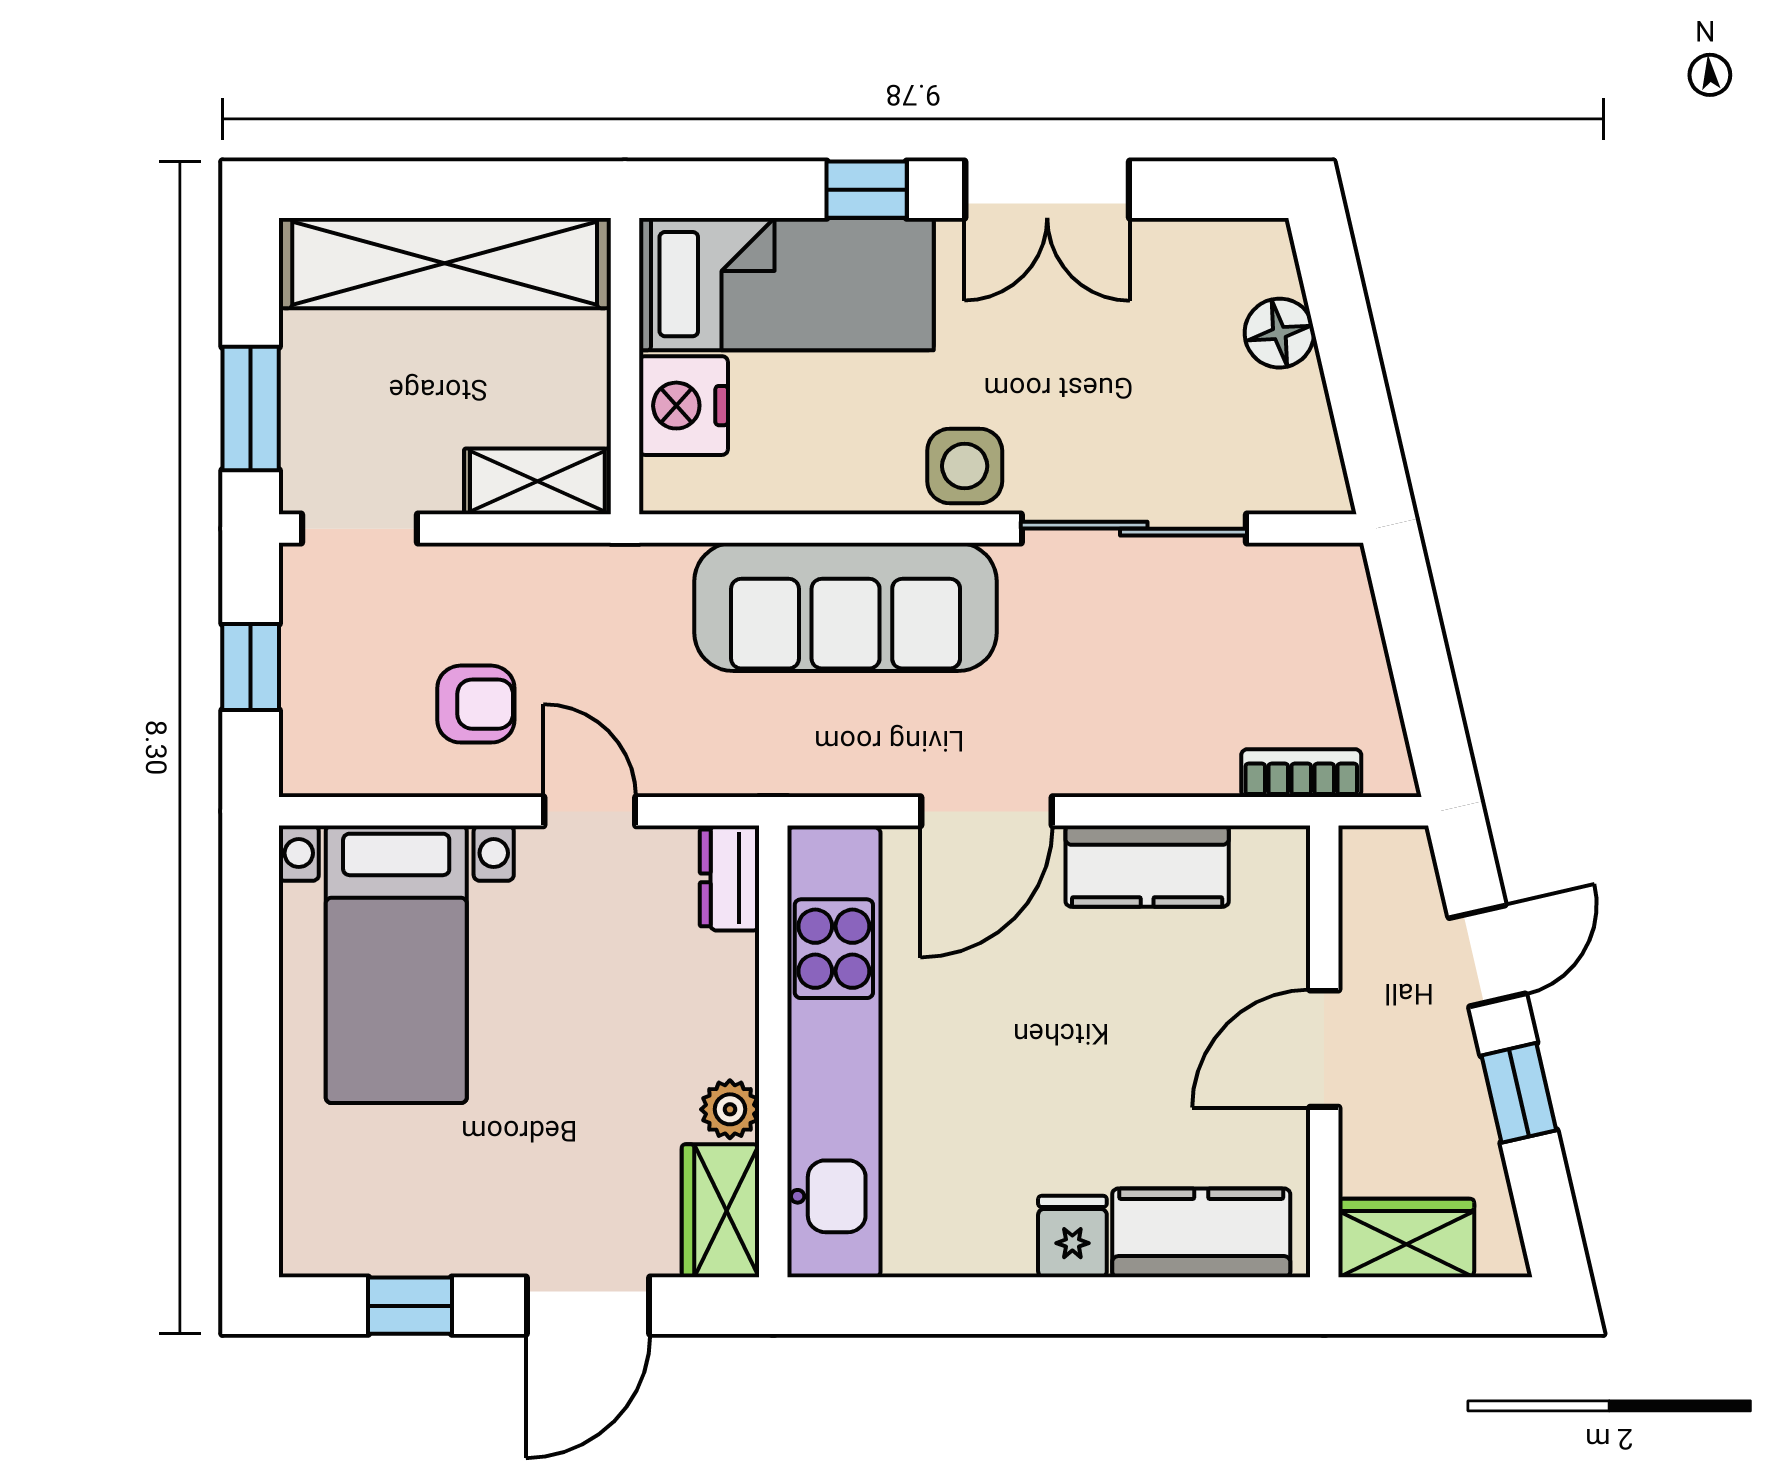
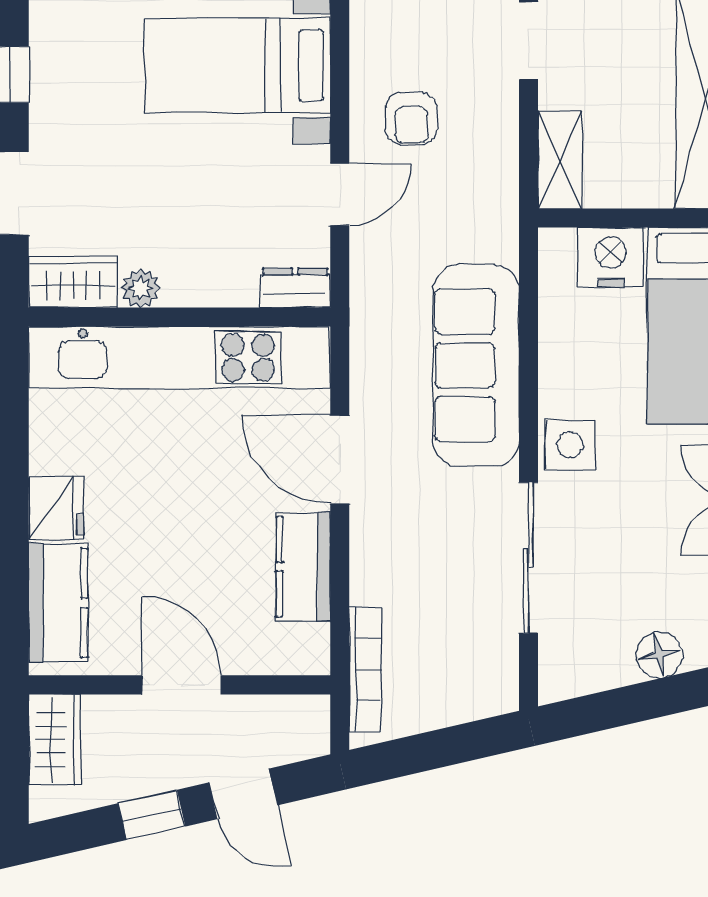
bookcase: (1301, 773) -> (365, 670), width x1.56
fridge: (1072, 1237) -> (56, 508), width x1.38

